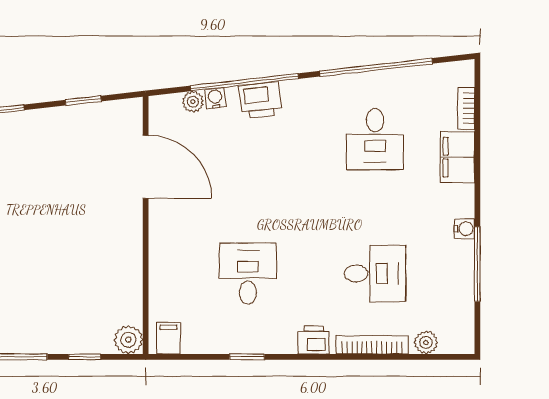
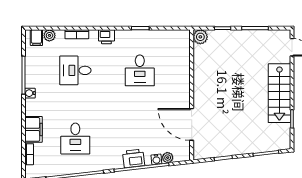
desk: (375, 139) -> (75, 139), turned 180
filing cabinet: (168, 338) -> (36, 38), moved
bookcase: (372, 345) -> (77, 34), width x0.64

